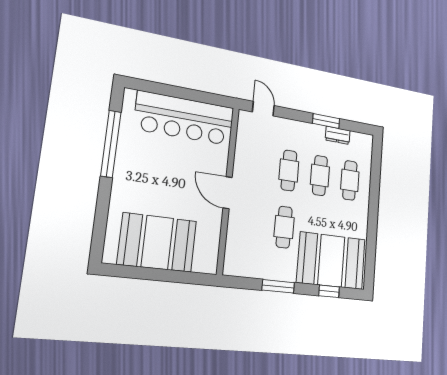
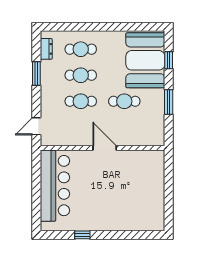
dresser: (338, 135) -> (46, 49), moved
window: (111, 144) -> (82, 235), width x0.32
door: (228, 193) -> (105, 148), swing flipped
booth: (157, 242) -> (147, 195), removed

